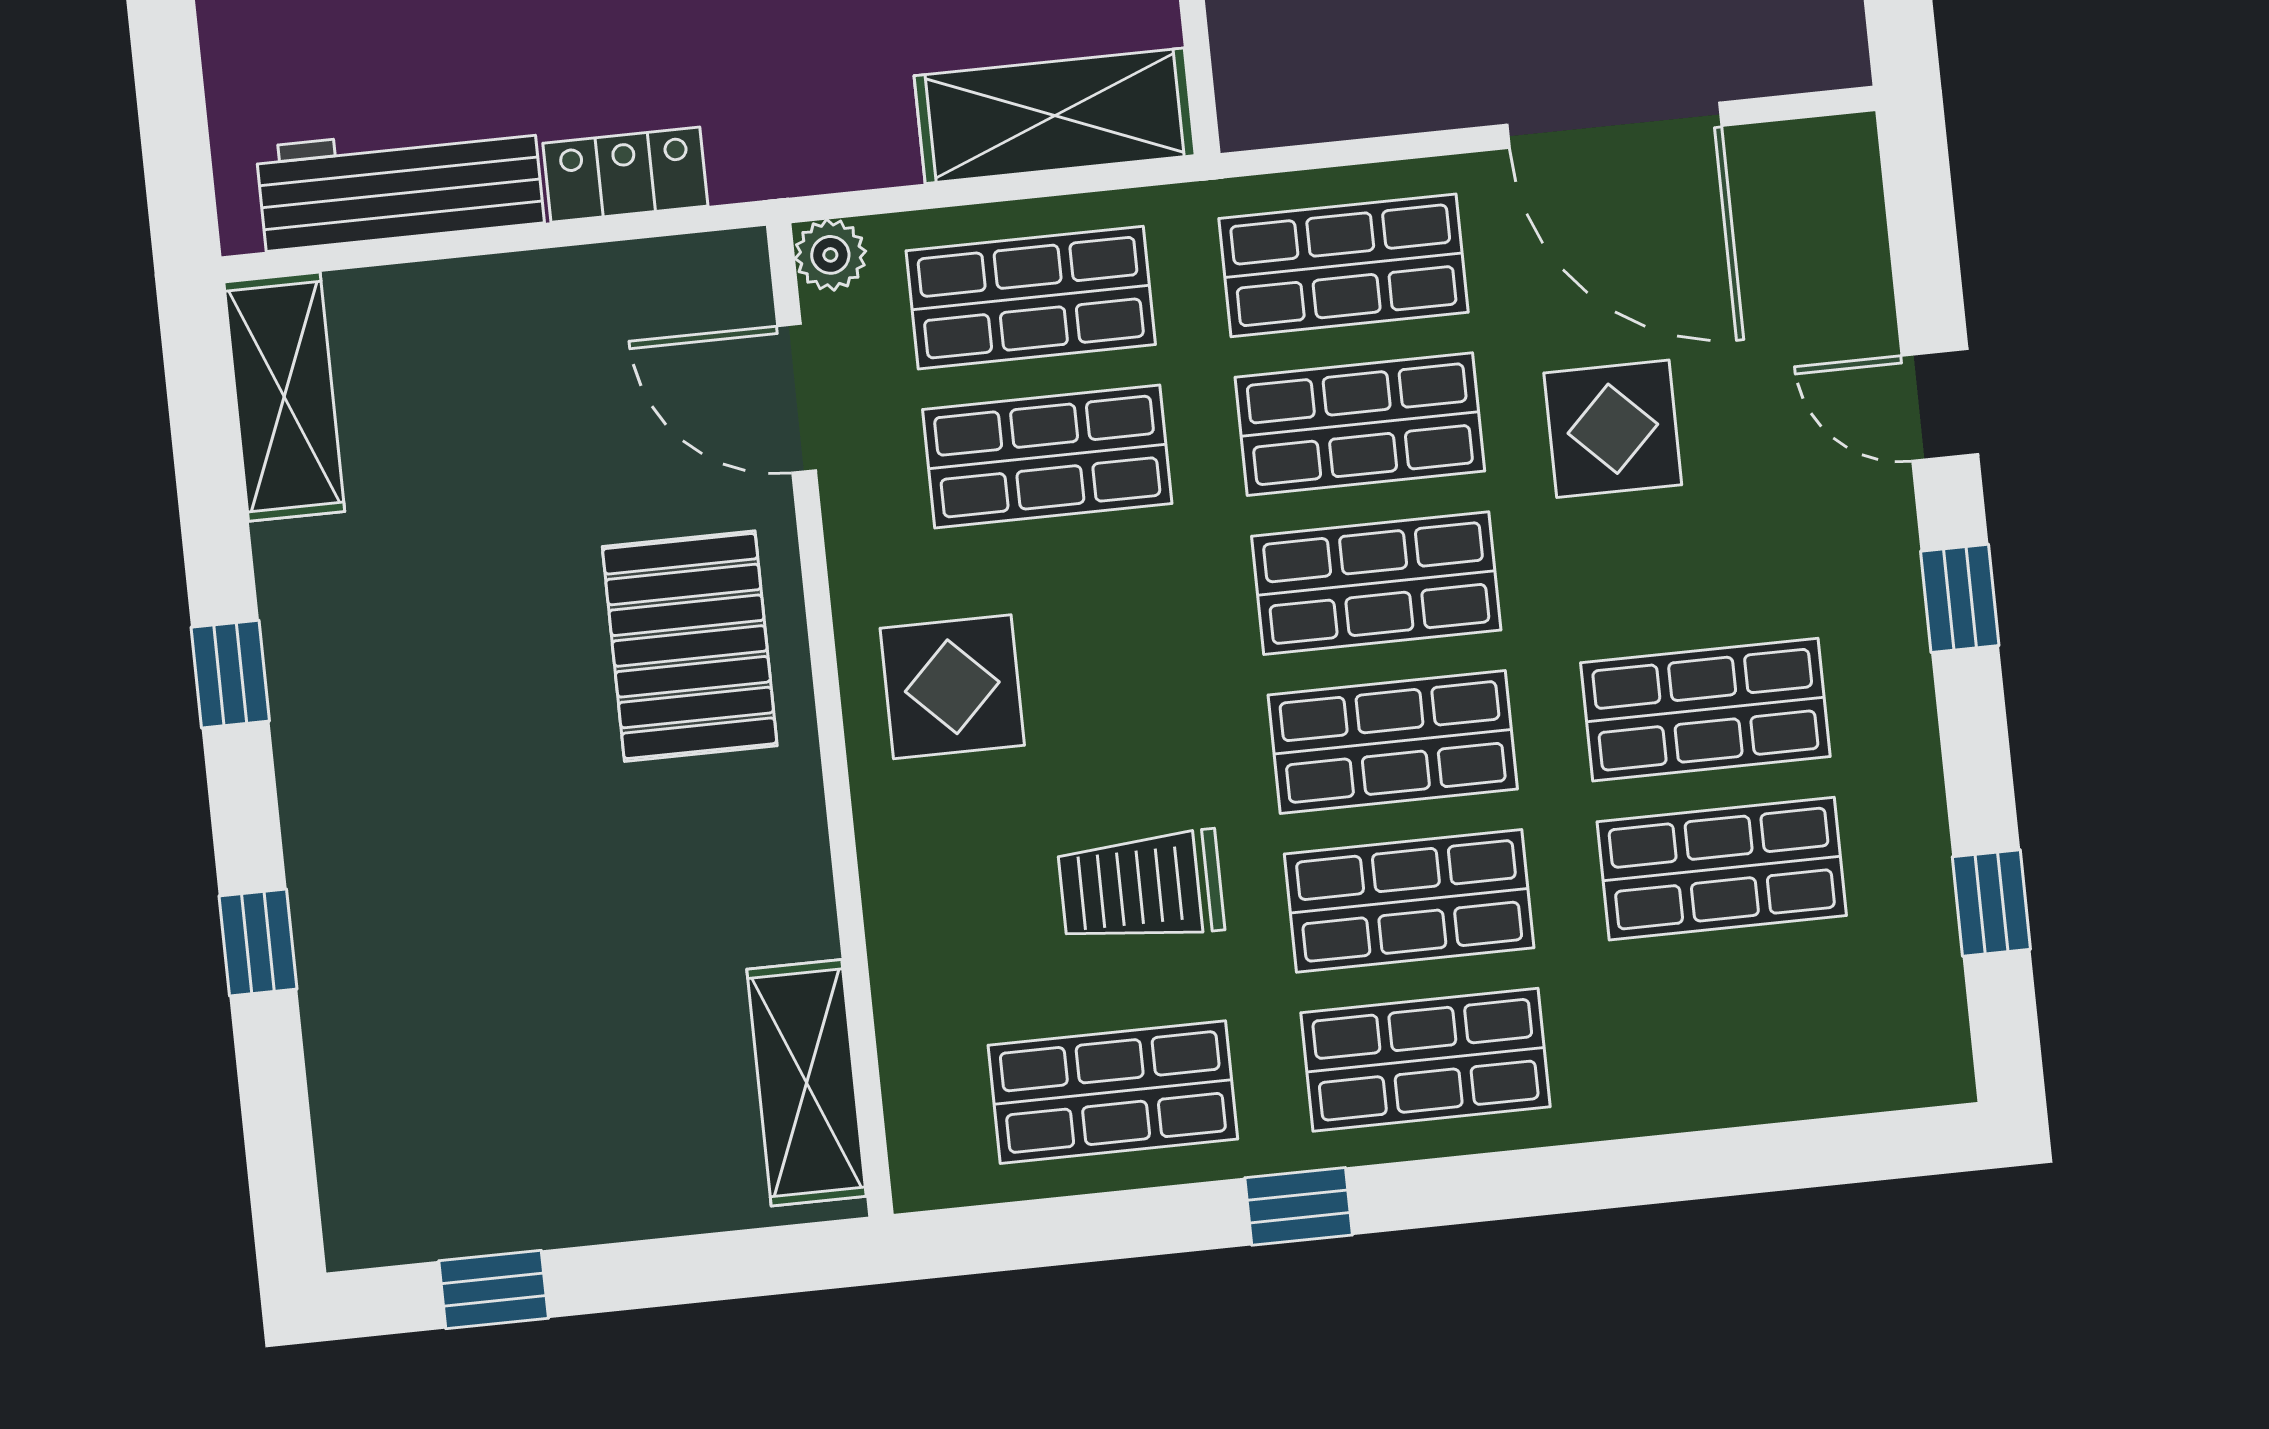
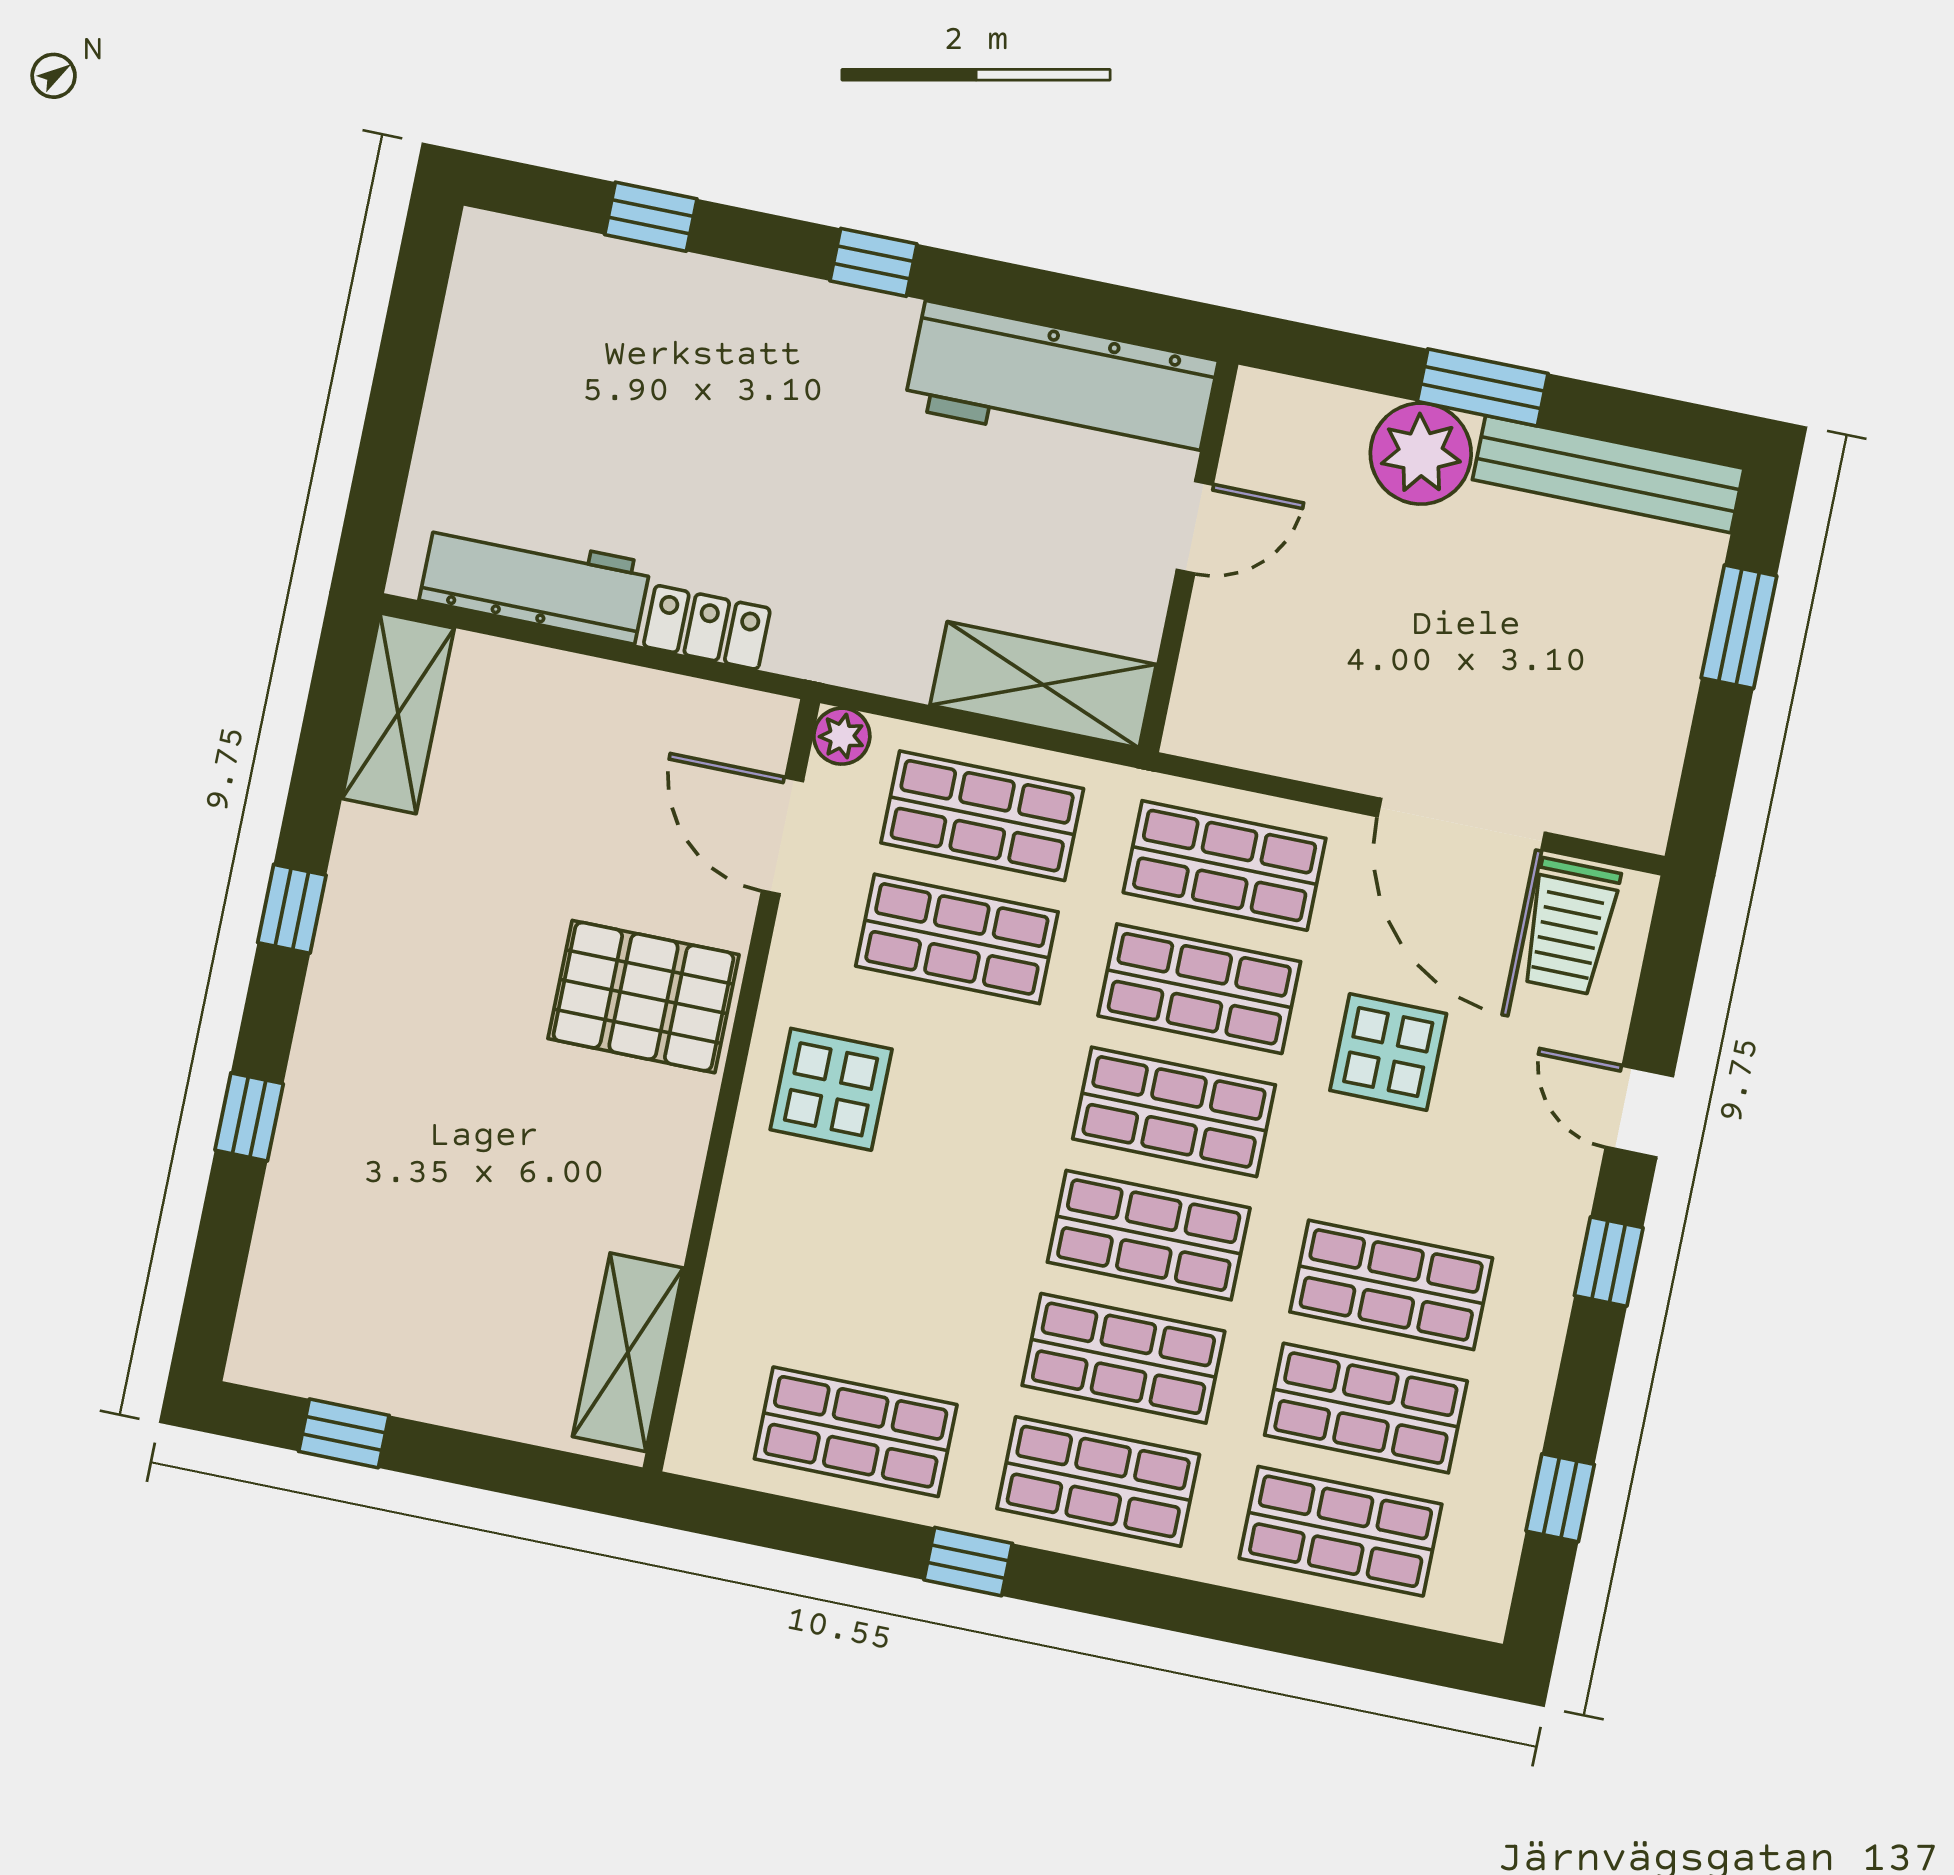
pallet: (690, 646) -> (643, 997), turned 90
trolley: (1141, 887) -> (1570, 926), moved, turned -90
shop shelf: (1738, 1027) -> (1341, 1531), added

